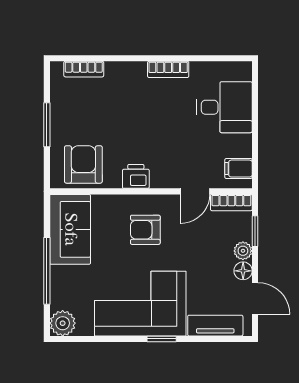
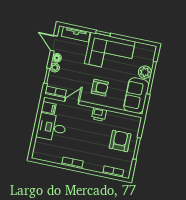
desk: (224, 107) -> (52, 127), moved
armchair: (83, 164) -> (120, 141), moved, turned 180
plant: (63, 323) -> (145, 72), moved

